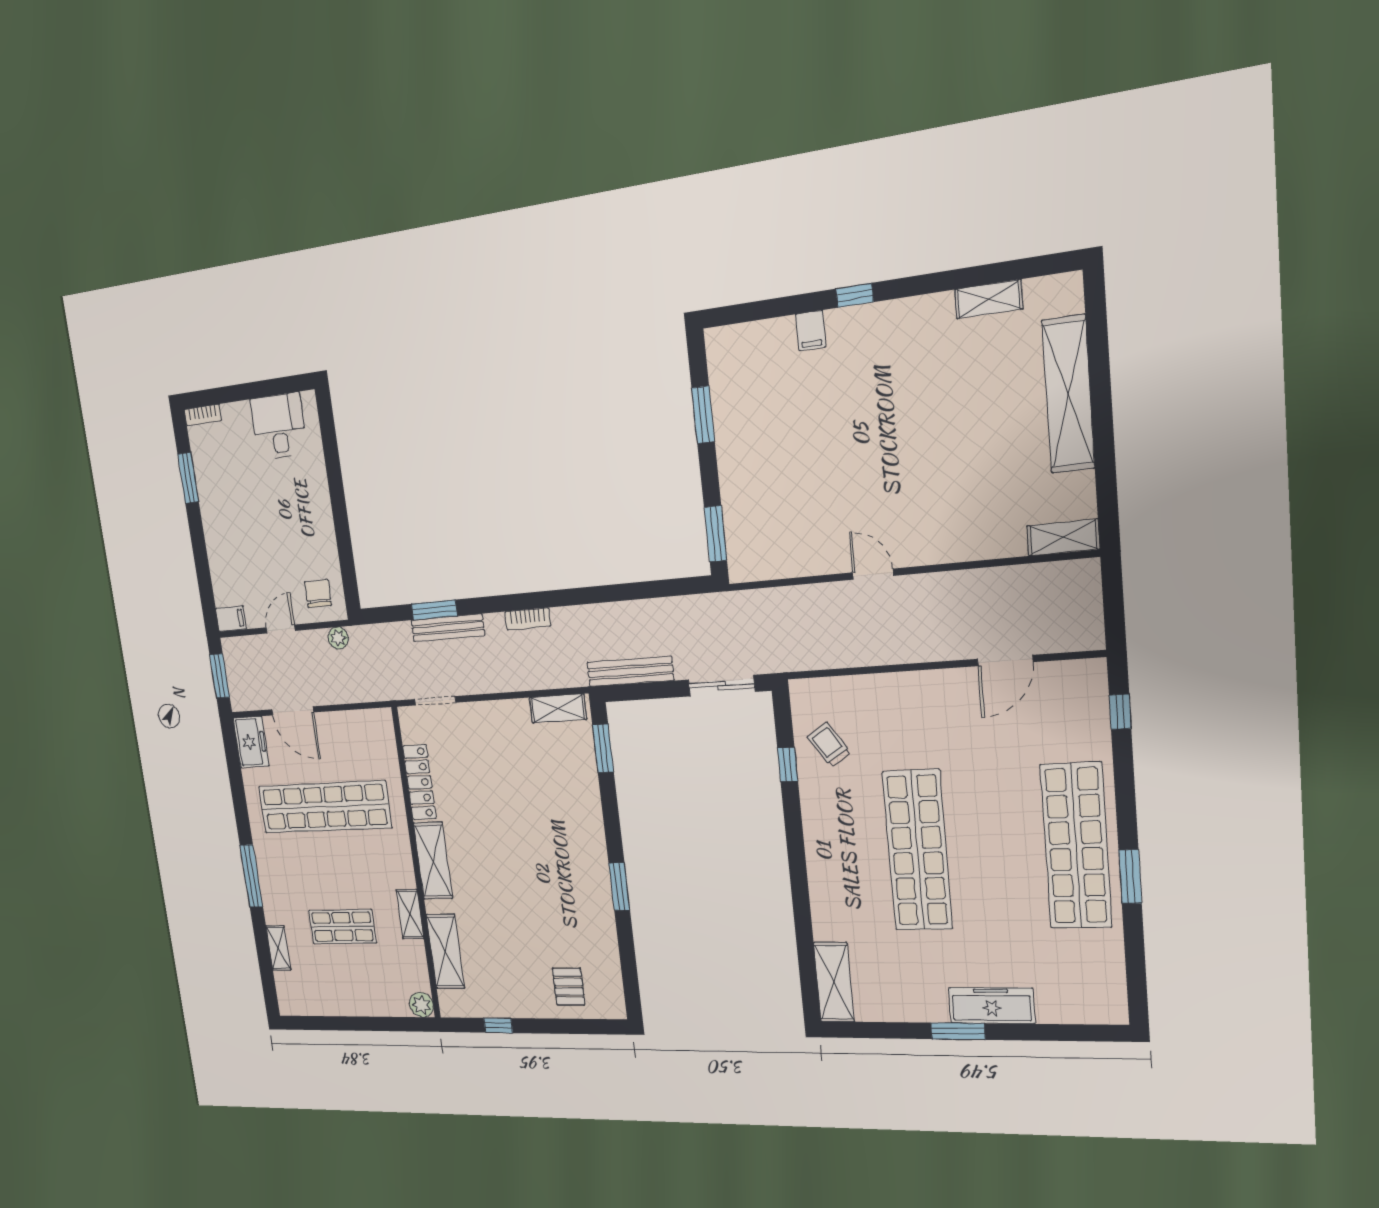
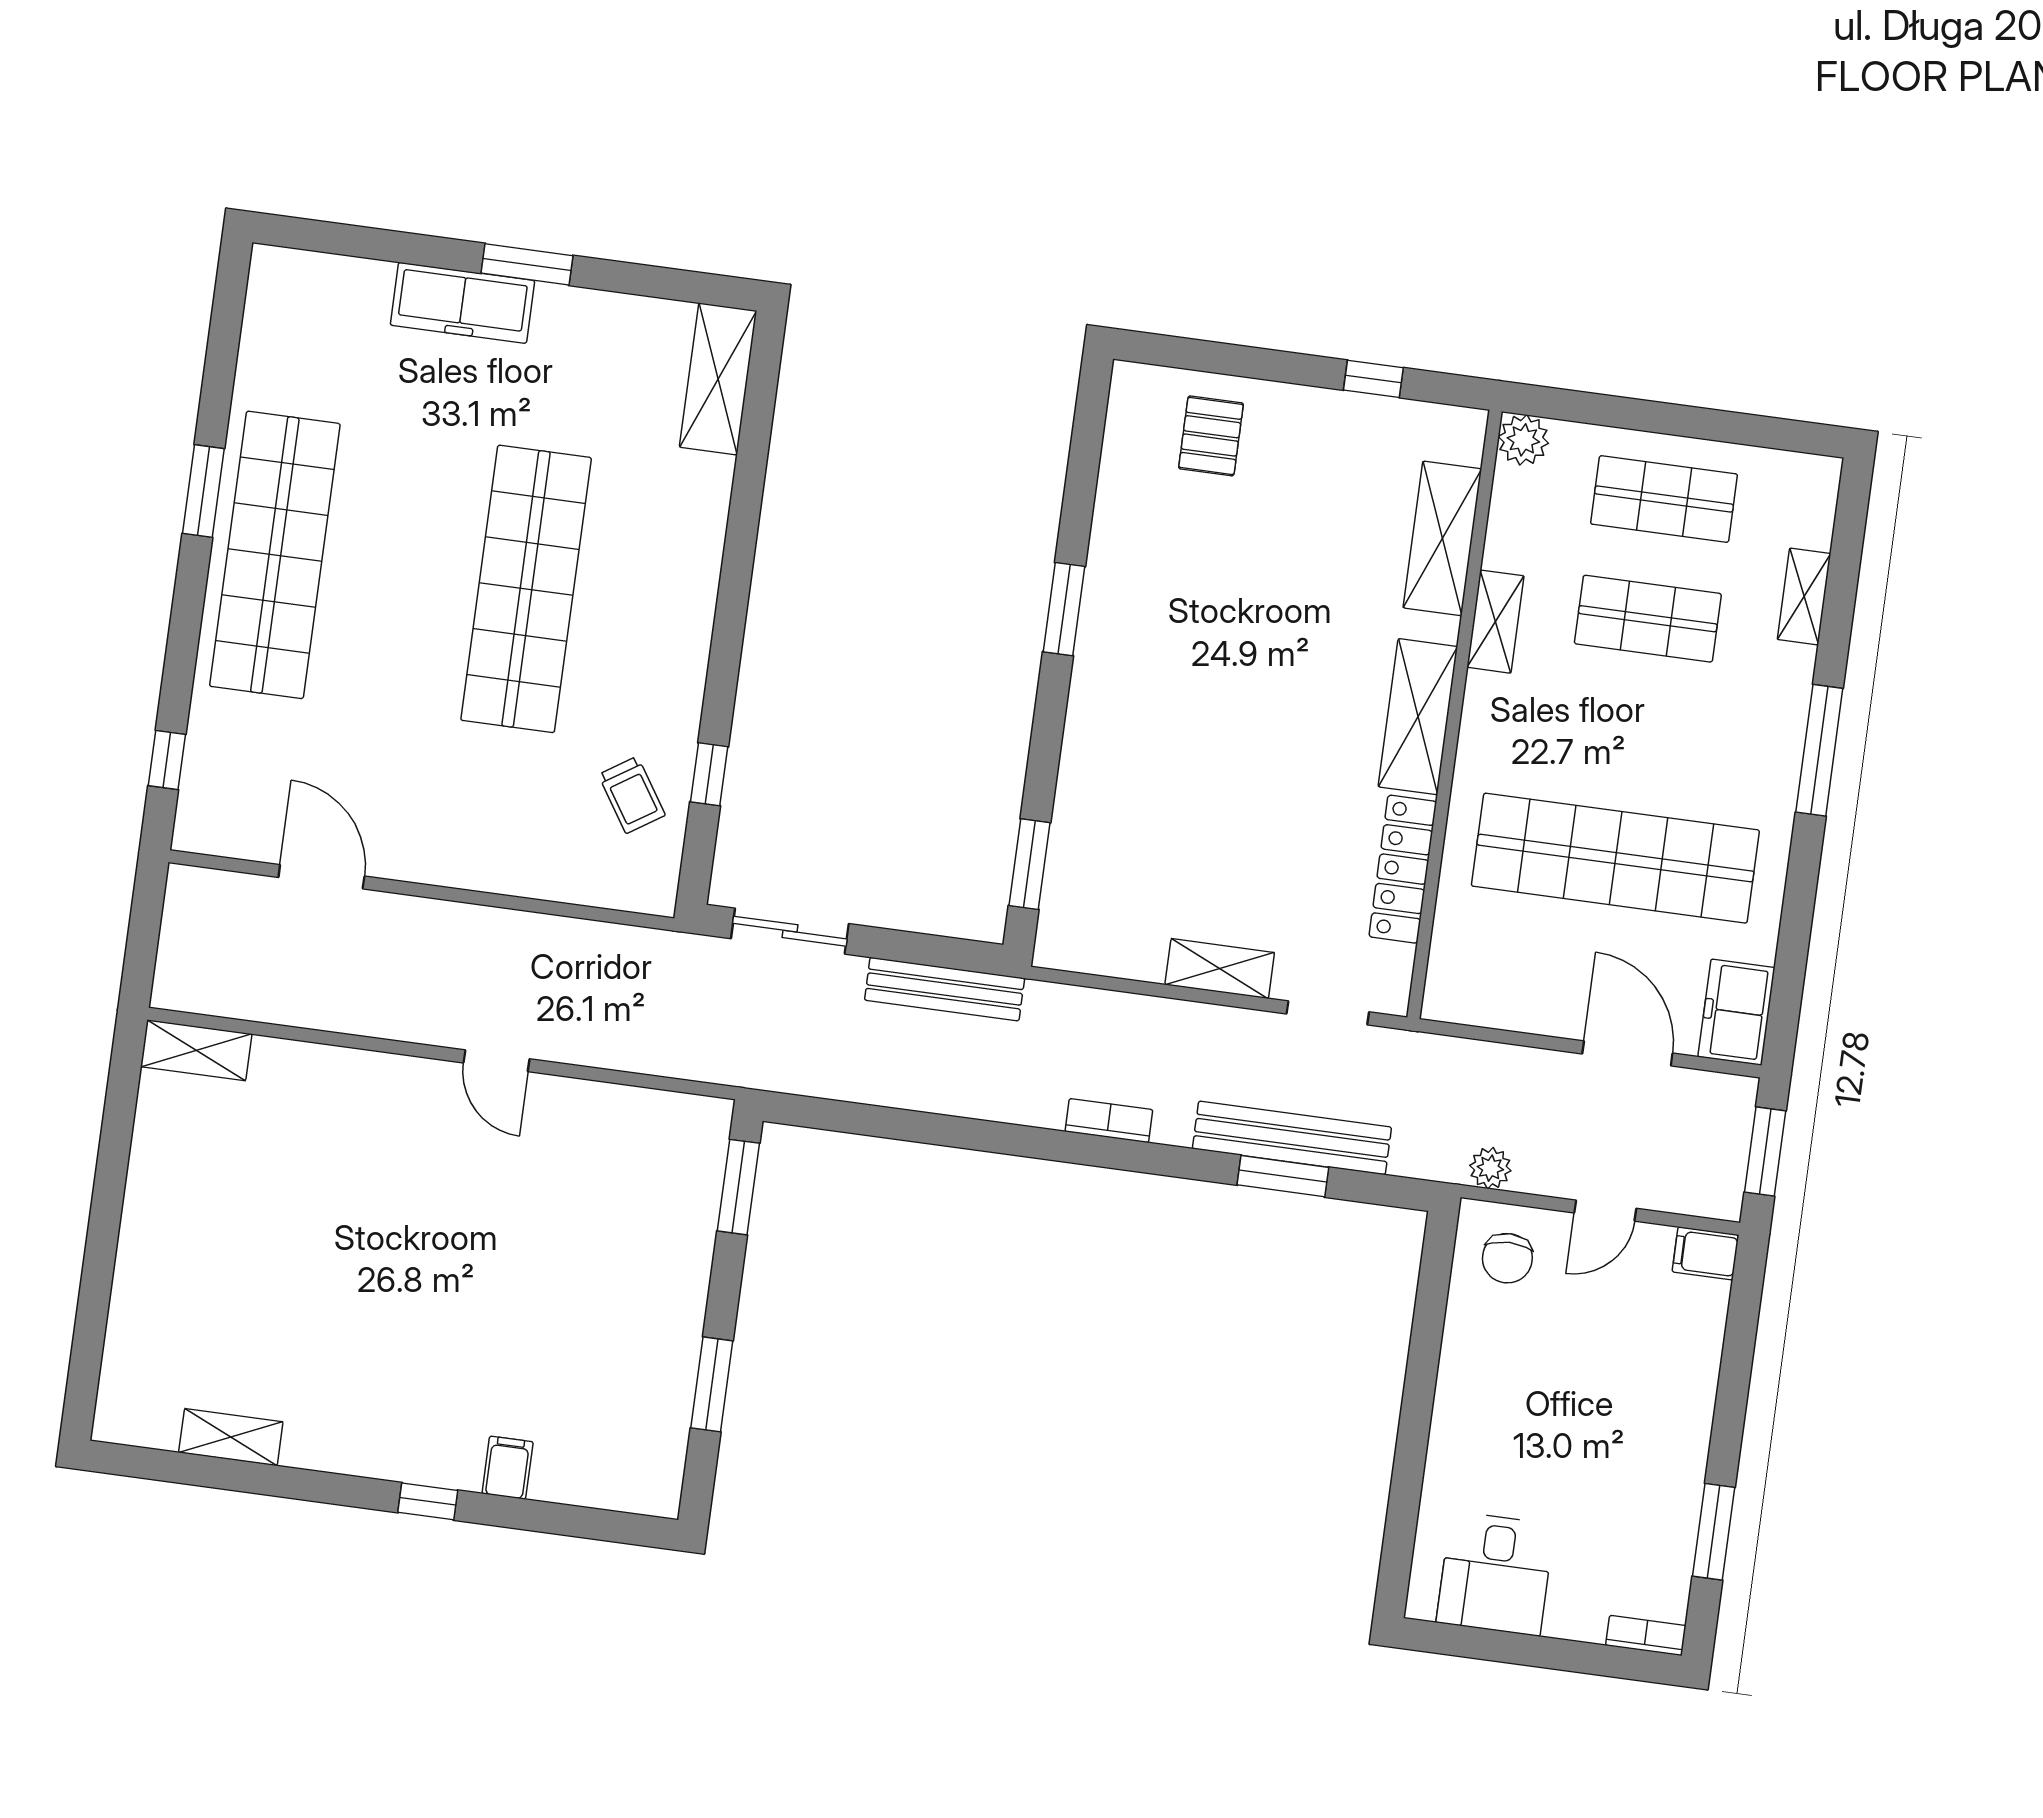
shelving: (1068, 394) -> (146, 1264), removed
bench: (448, 628) -> (1292, 1138), width x1.37, depth x1.21
door: (1005, 661) -> (321, 877), hinge flipped
shelving: (558, 708) -> (1220, 969), moved
shop shelf: (351, 985) -> (1664, 499), added

